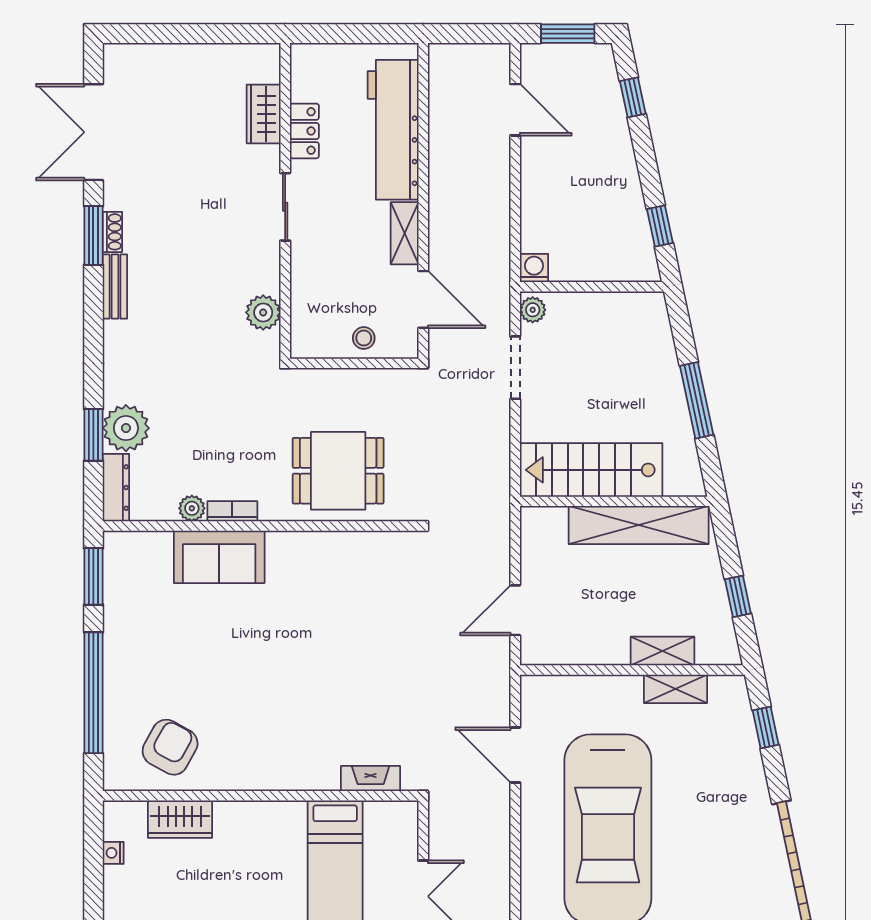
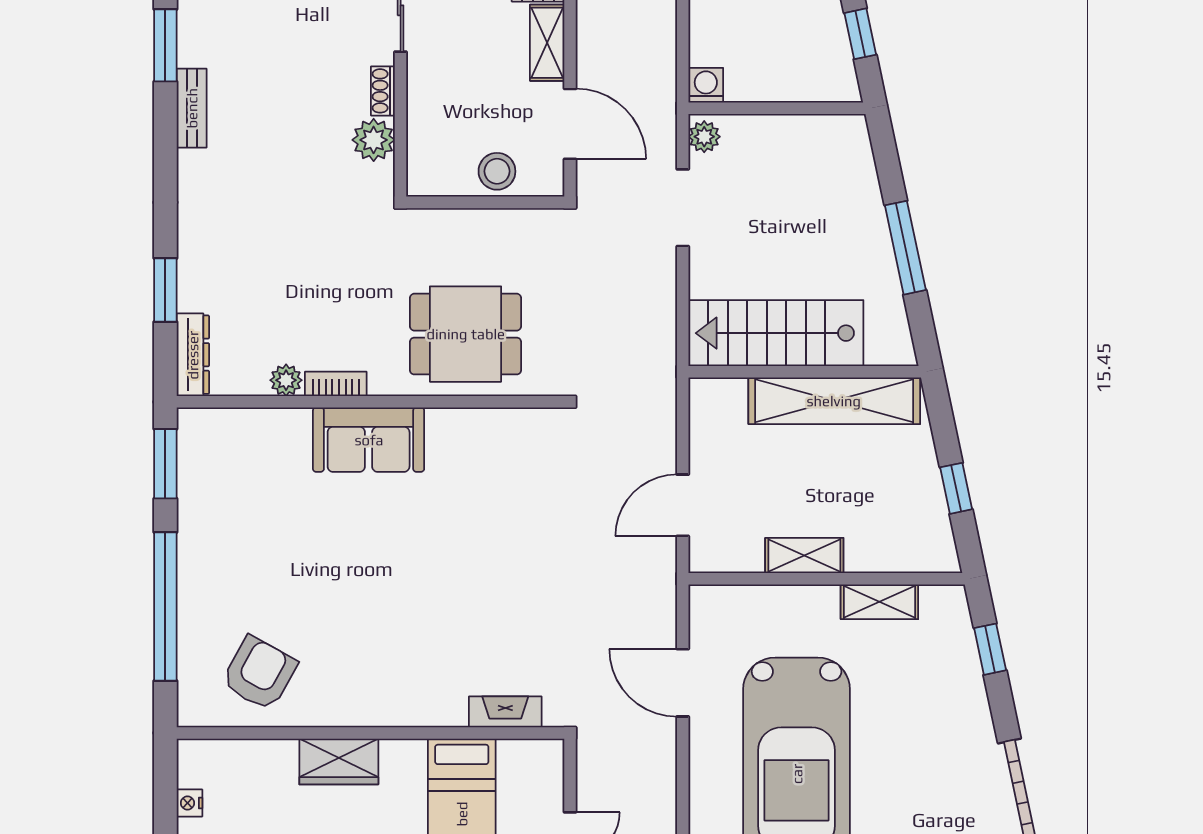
shoe rack: (112, 232) -> (383, 91), moved, turned 180
stool: (364, 338) -> (497, 171), width x1.37, depth x1.37
plant: (126, 428) -> (205, 282), removed
sofa: (219, 557) -> (369, 440), moved
shelving: (662, 651) -> (804, 555), moved
wardrobe: (180, 819) -> (339, 762), moved

